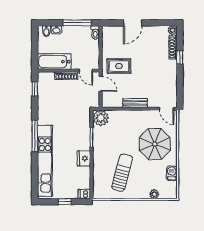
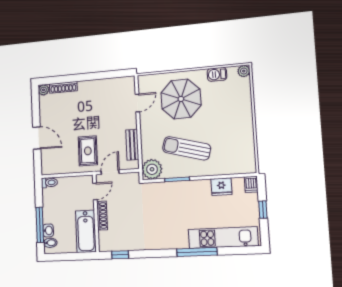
window: (77, 23) -> (40, 225), moved
window: (180, 57) -> (75, 78), removed
bench: (135, 103) -> (132, 145), moved
door: (167, 109) -> (137, 103), moved
window: (35, 136) -> (197, 252), moved
fridge: (84, 158) -> (221, 187), moved
kitchen unit: (45, 161) -> (223, 238), width x0.73
sun lounger: (122, 173) -> (187, 148), moved
plant: (154, 194) -> (244, 71), moved

